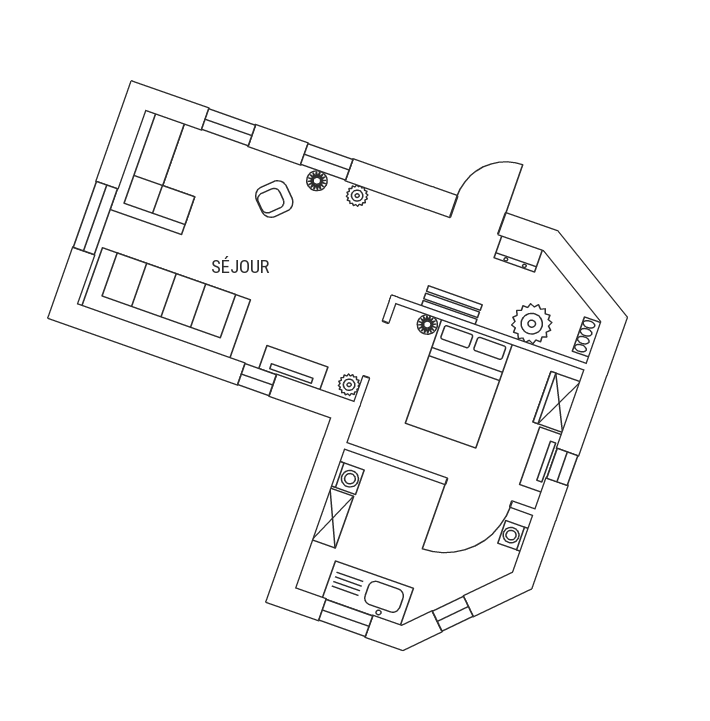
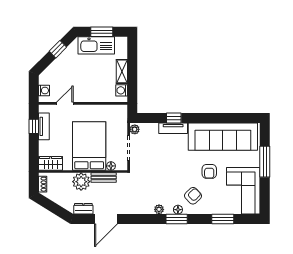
armchair: (221, 239) -> (209, 171), added
plant: (532, 324) -> (81, 182), moved
tv unit: (293, 368) -> (173, 128), moved
wardrobe: (557, 402) -> (51, 163), moved, turned -90
door: (479, 493) -> (65, 103), width x0.53

